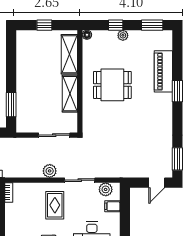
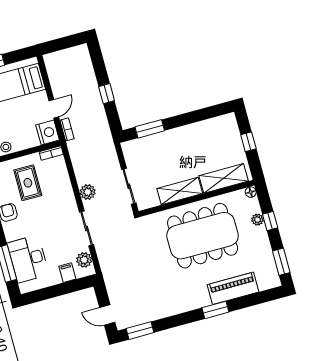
plant: (123, 35) -> (258, 220), moved
dining table: (112, 85) -> (203, 236), width x1.88, depth x1.24
rug: (55, 205) -> (28, 183), moved, turned 90

